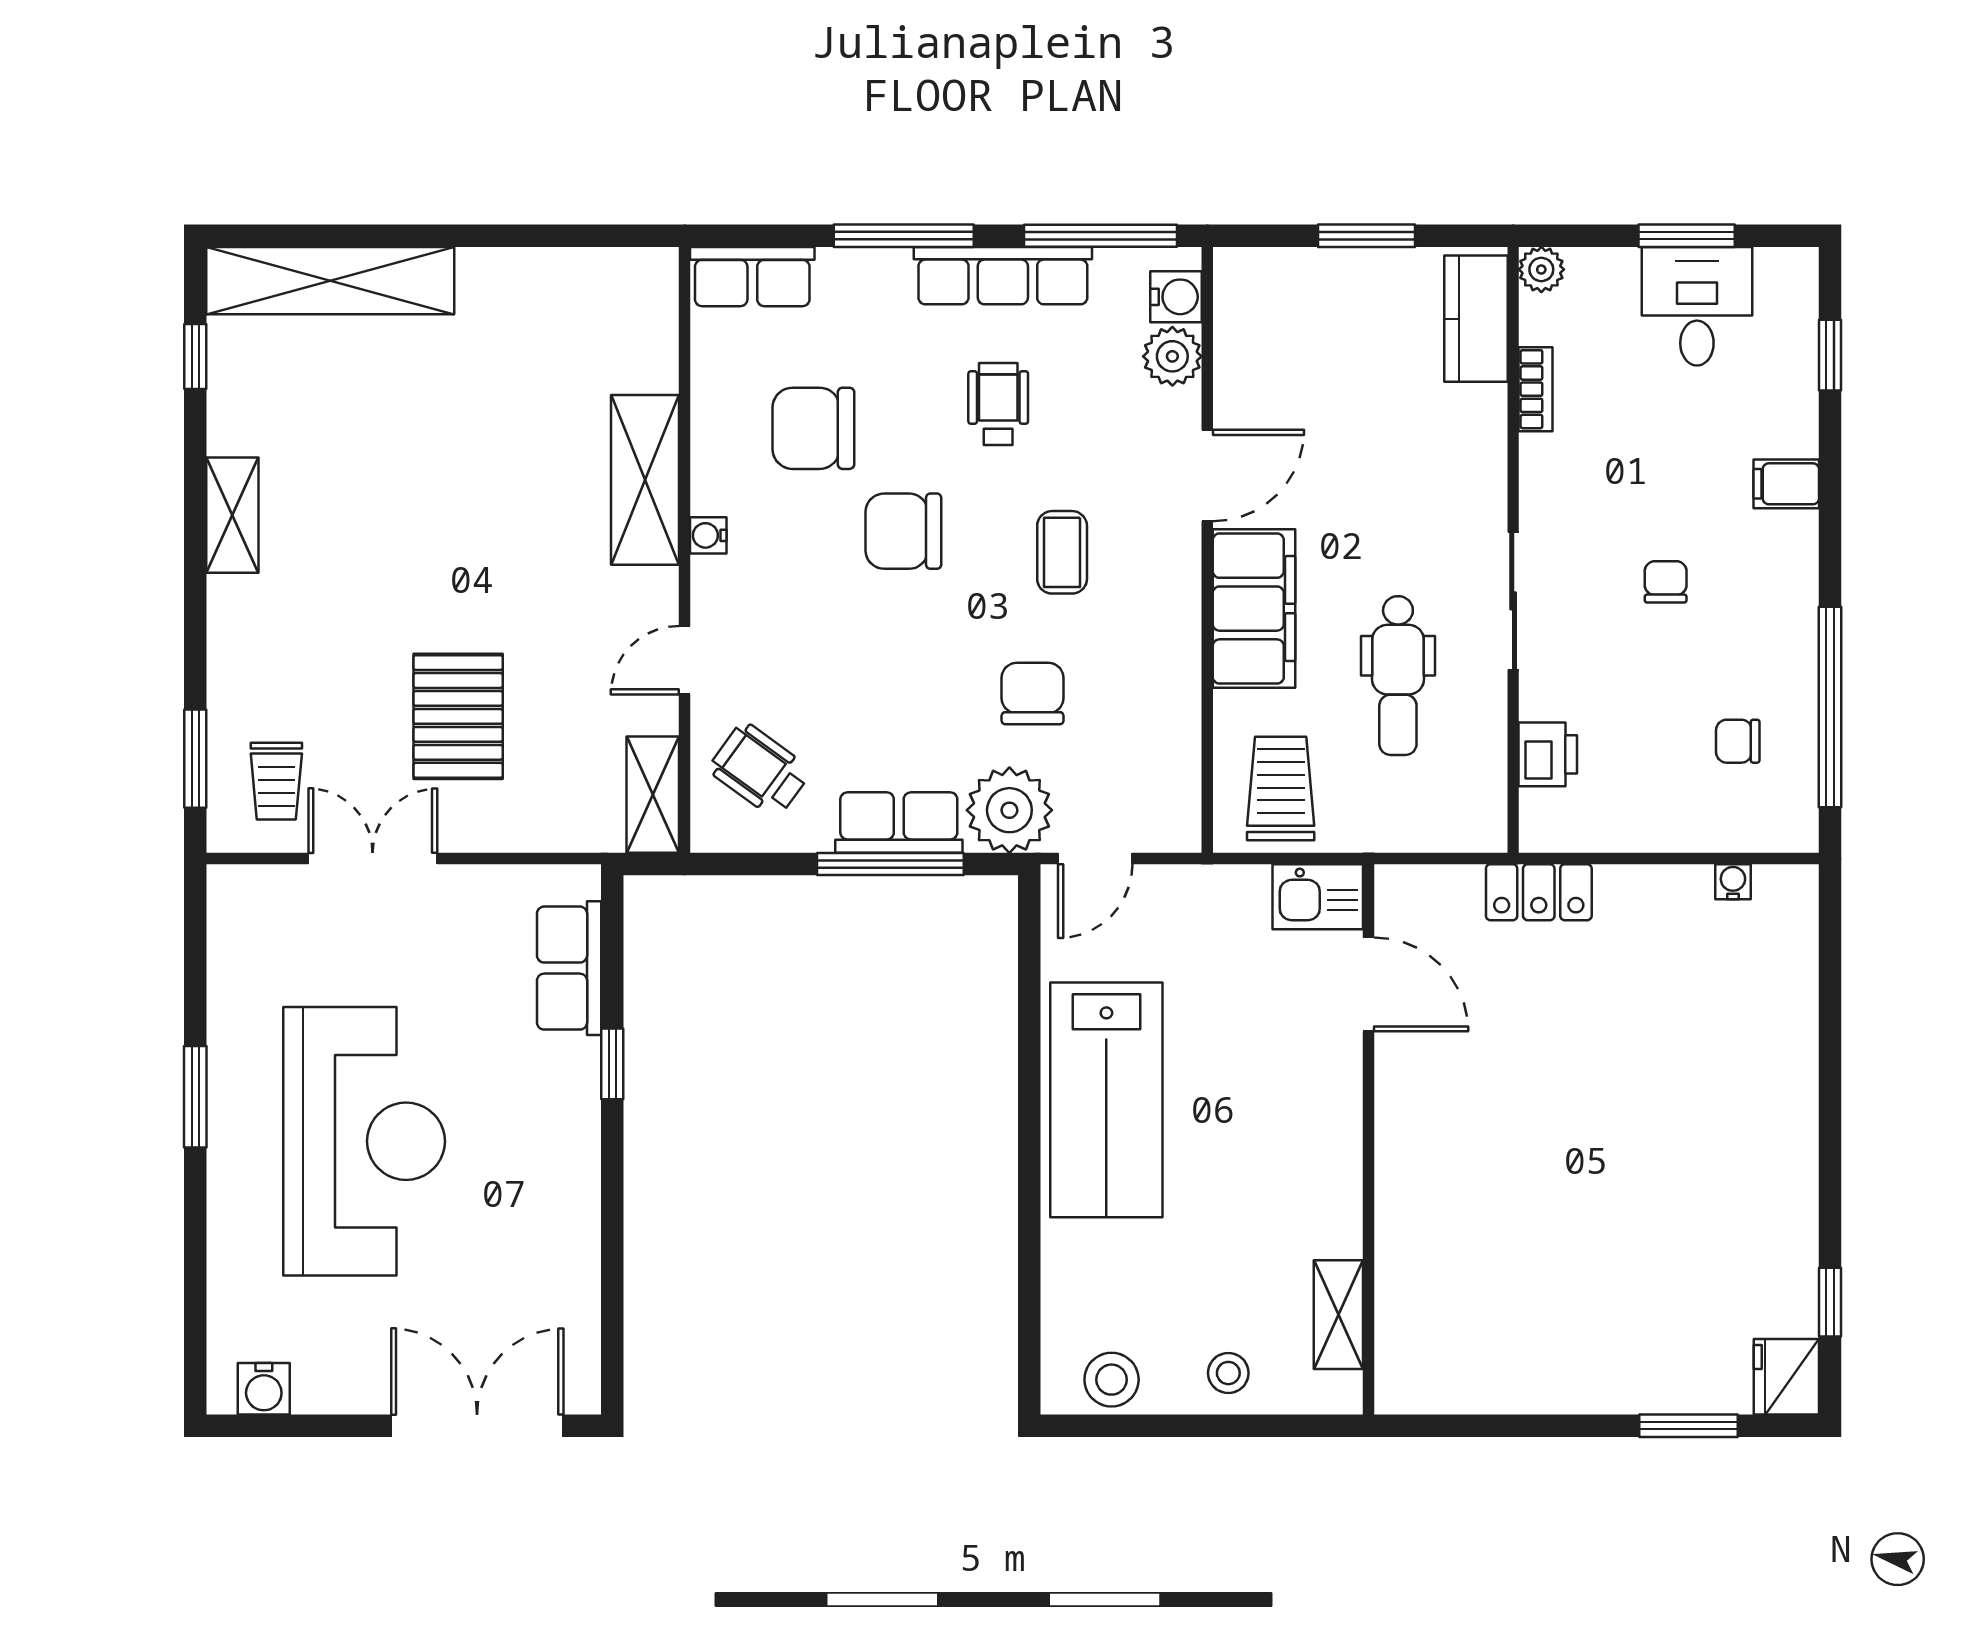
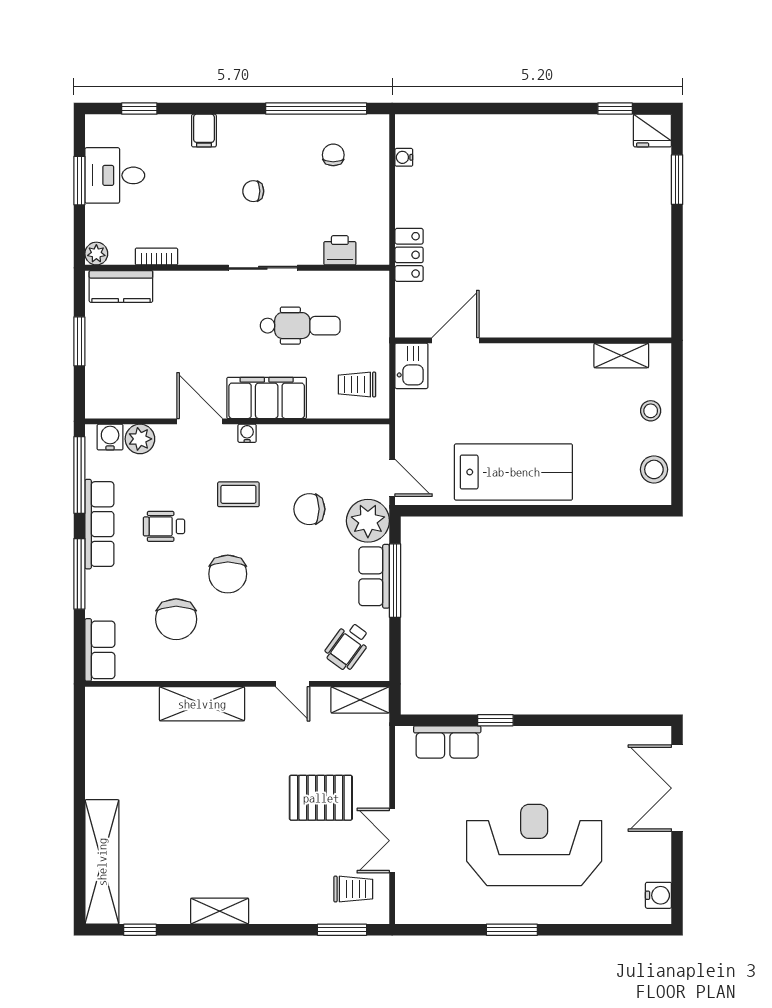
water cooler: (708, 535) -> (247, 433), moved, turned 180
chair: (1738, 741) -> (333, 155), turned 180
trolley: (1281, 788) -> (357, 385), width x0.73, depth x0.72

